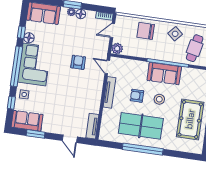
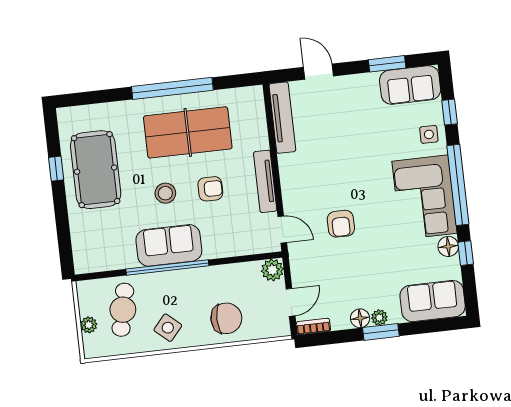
tv unit: (92, 126) -> (282, 118), width x1.41

